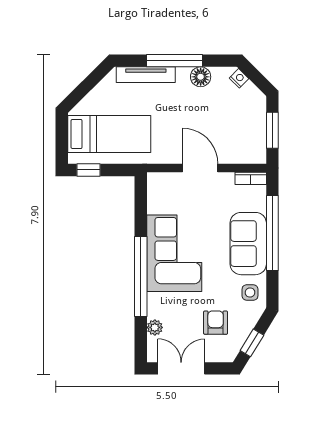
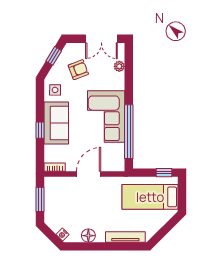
window: (174, 61) -> (106, 246), removed
door: (200, 168) -> (89, 174), swing flipped
window: (272, 233) -> (40, 130), width x0.32
window: (141, 276) -> (129, 132), moved
armchair: (216, 323) -> (78, 70), turned -111

